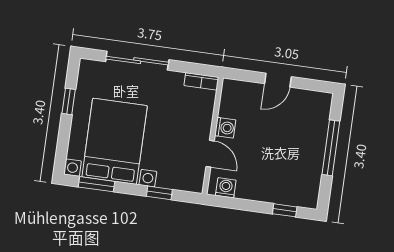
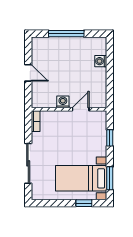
window: (69, 101) -> (84, 203), moved
bed with nightstands: (115, 141) -> (81, 178), width x0.73
washing machine: (226, 188) -> (101, 61), moved
window: (285, 210) -> (110, 57), removed

